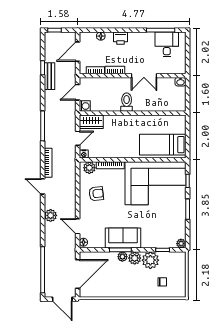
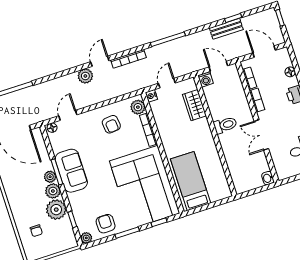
wardrobe: (91, 122) -> (194, 105), moved
door: (78, 138) -> (167, 83), swing flipped
plant: (51, 215) -> (85, 76), moved
armchair: (175, 224) -> (106, 224), added

